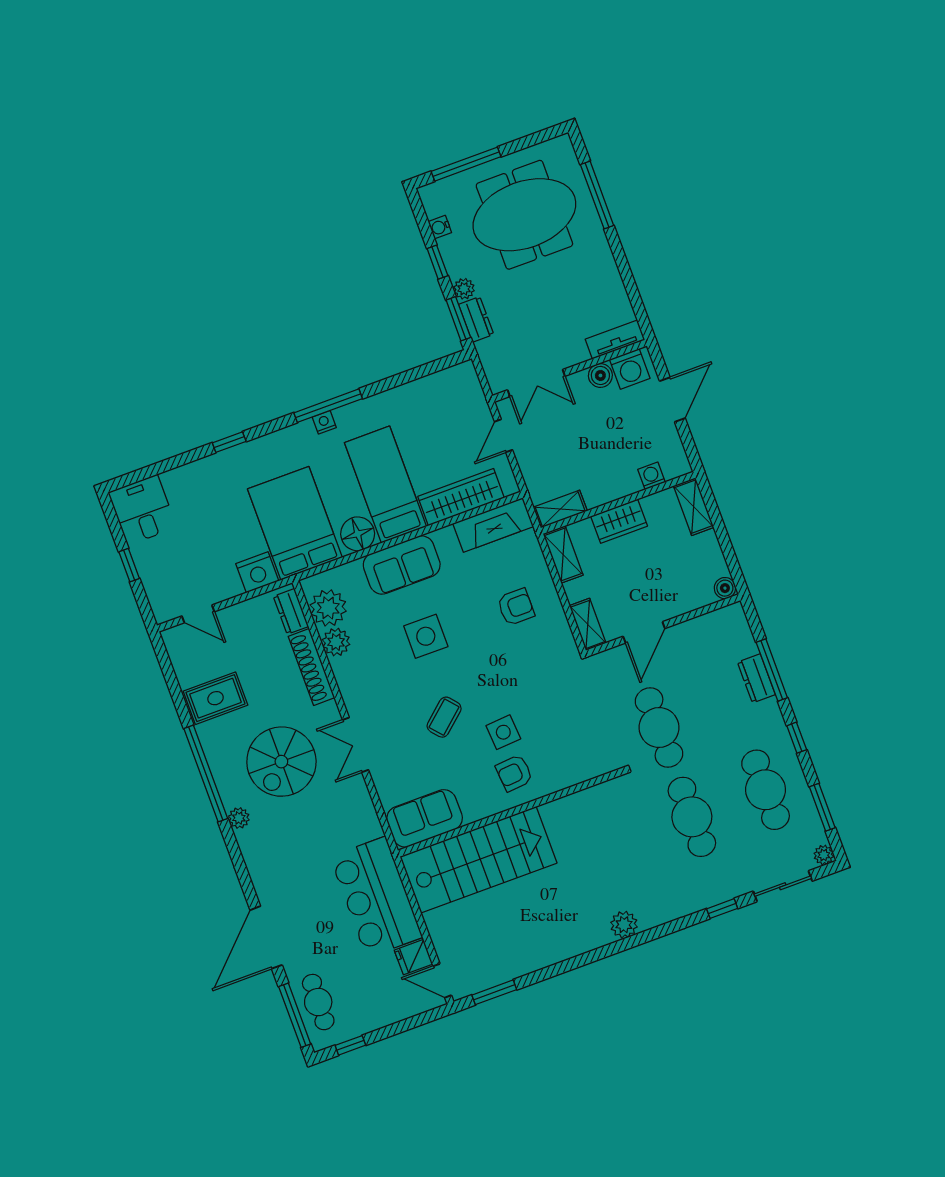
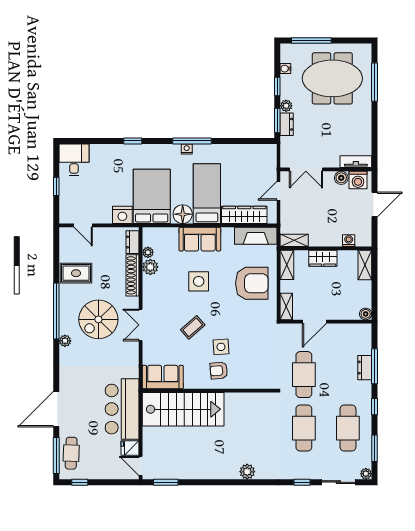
armchair: (516, 607) -> (252, 283), width x1.88, depth x1.88
plant: (328, 608) -> (148, 252), width x0.53, depth x0.53

